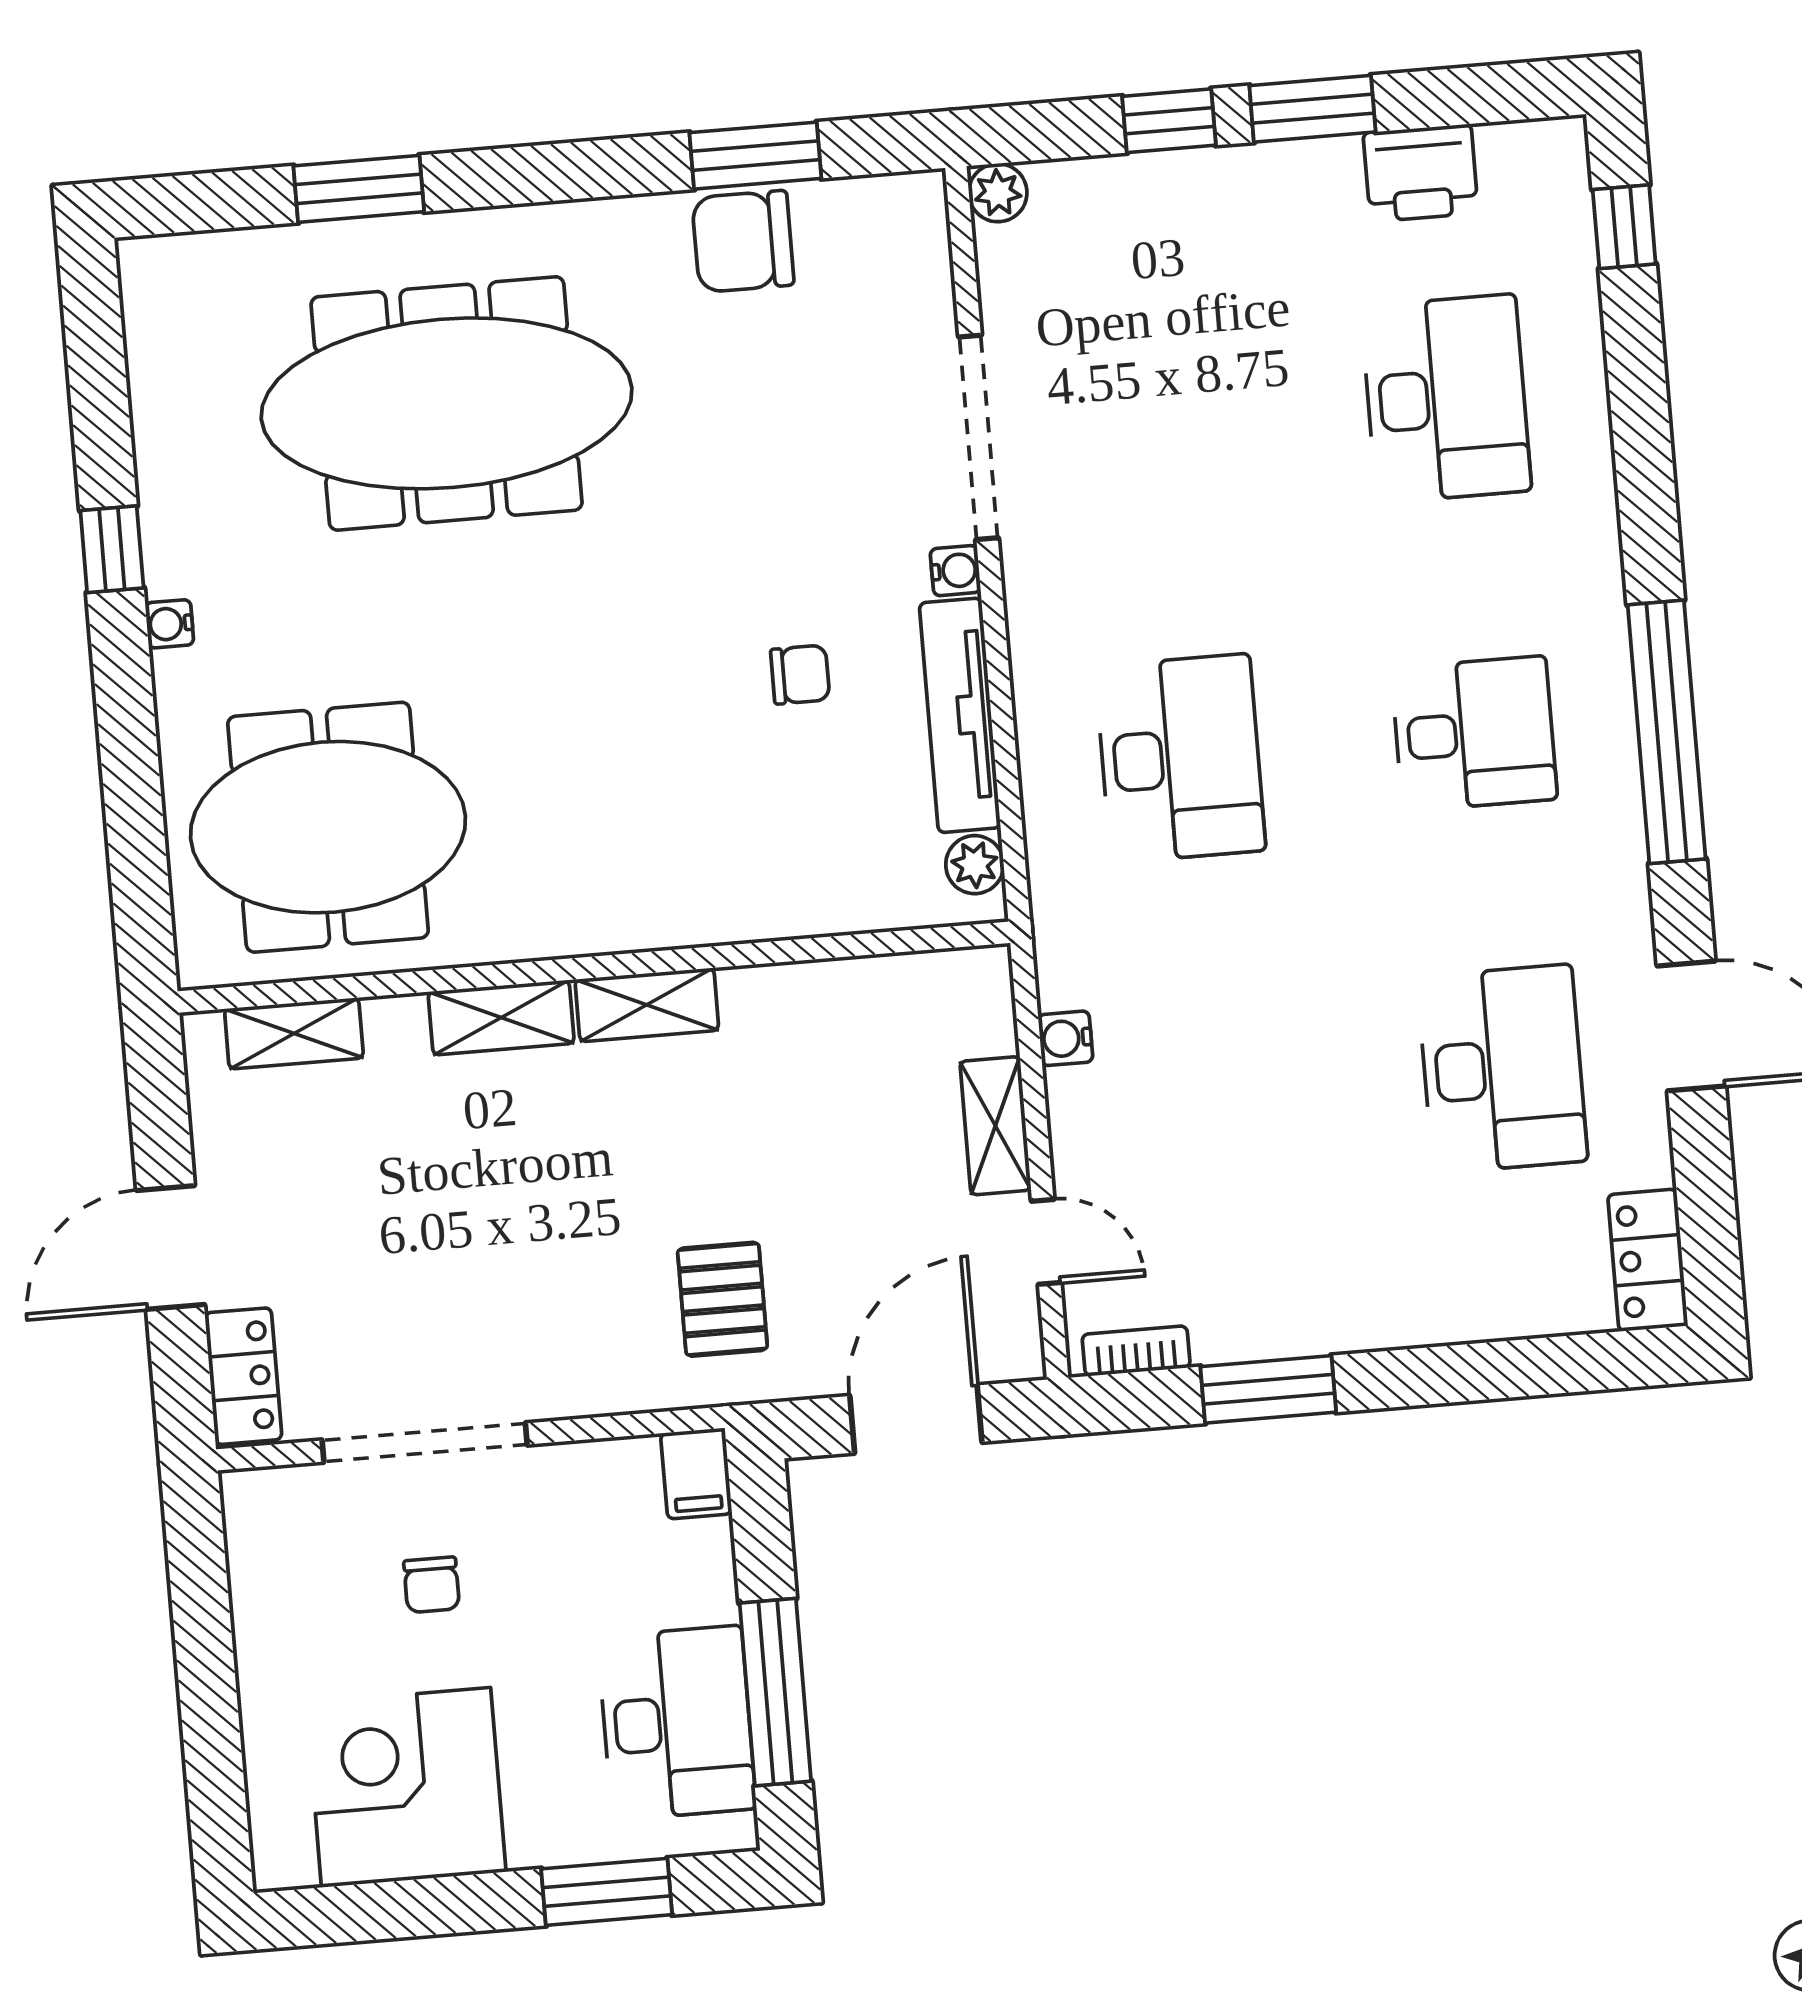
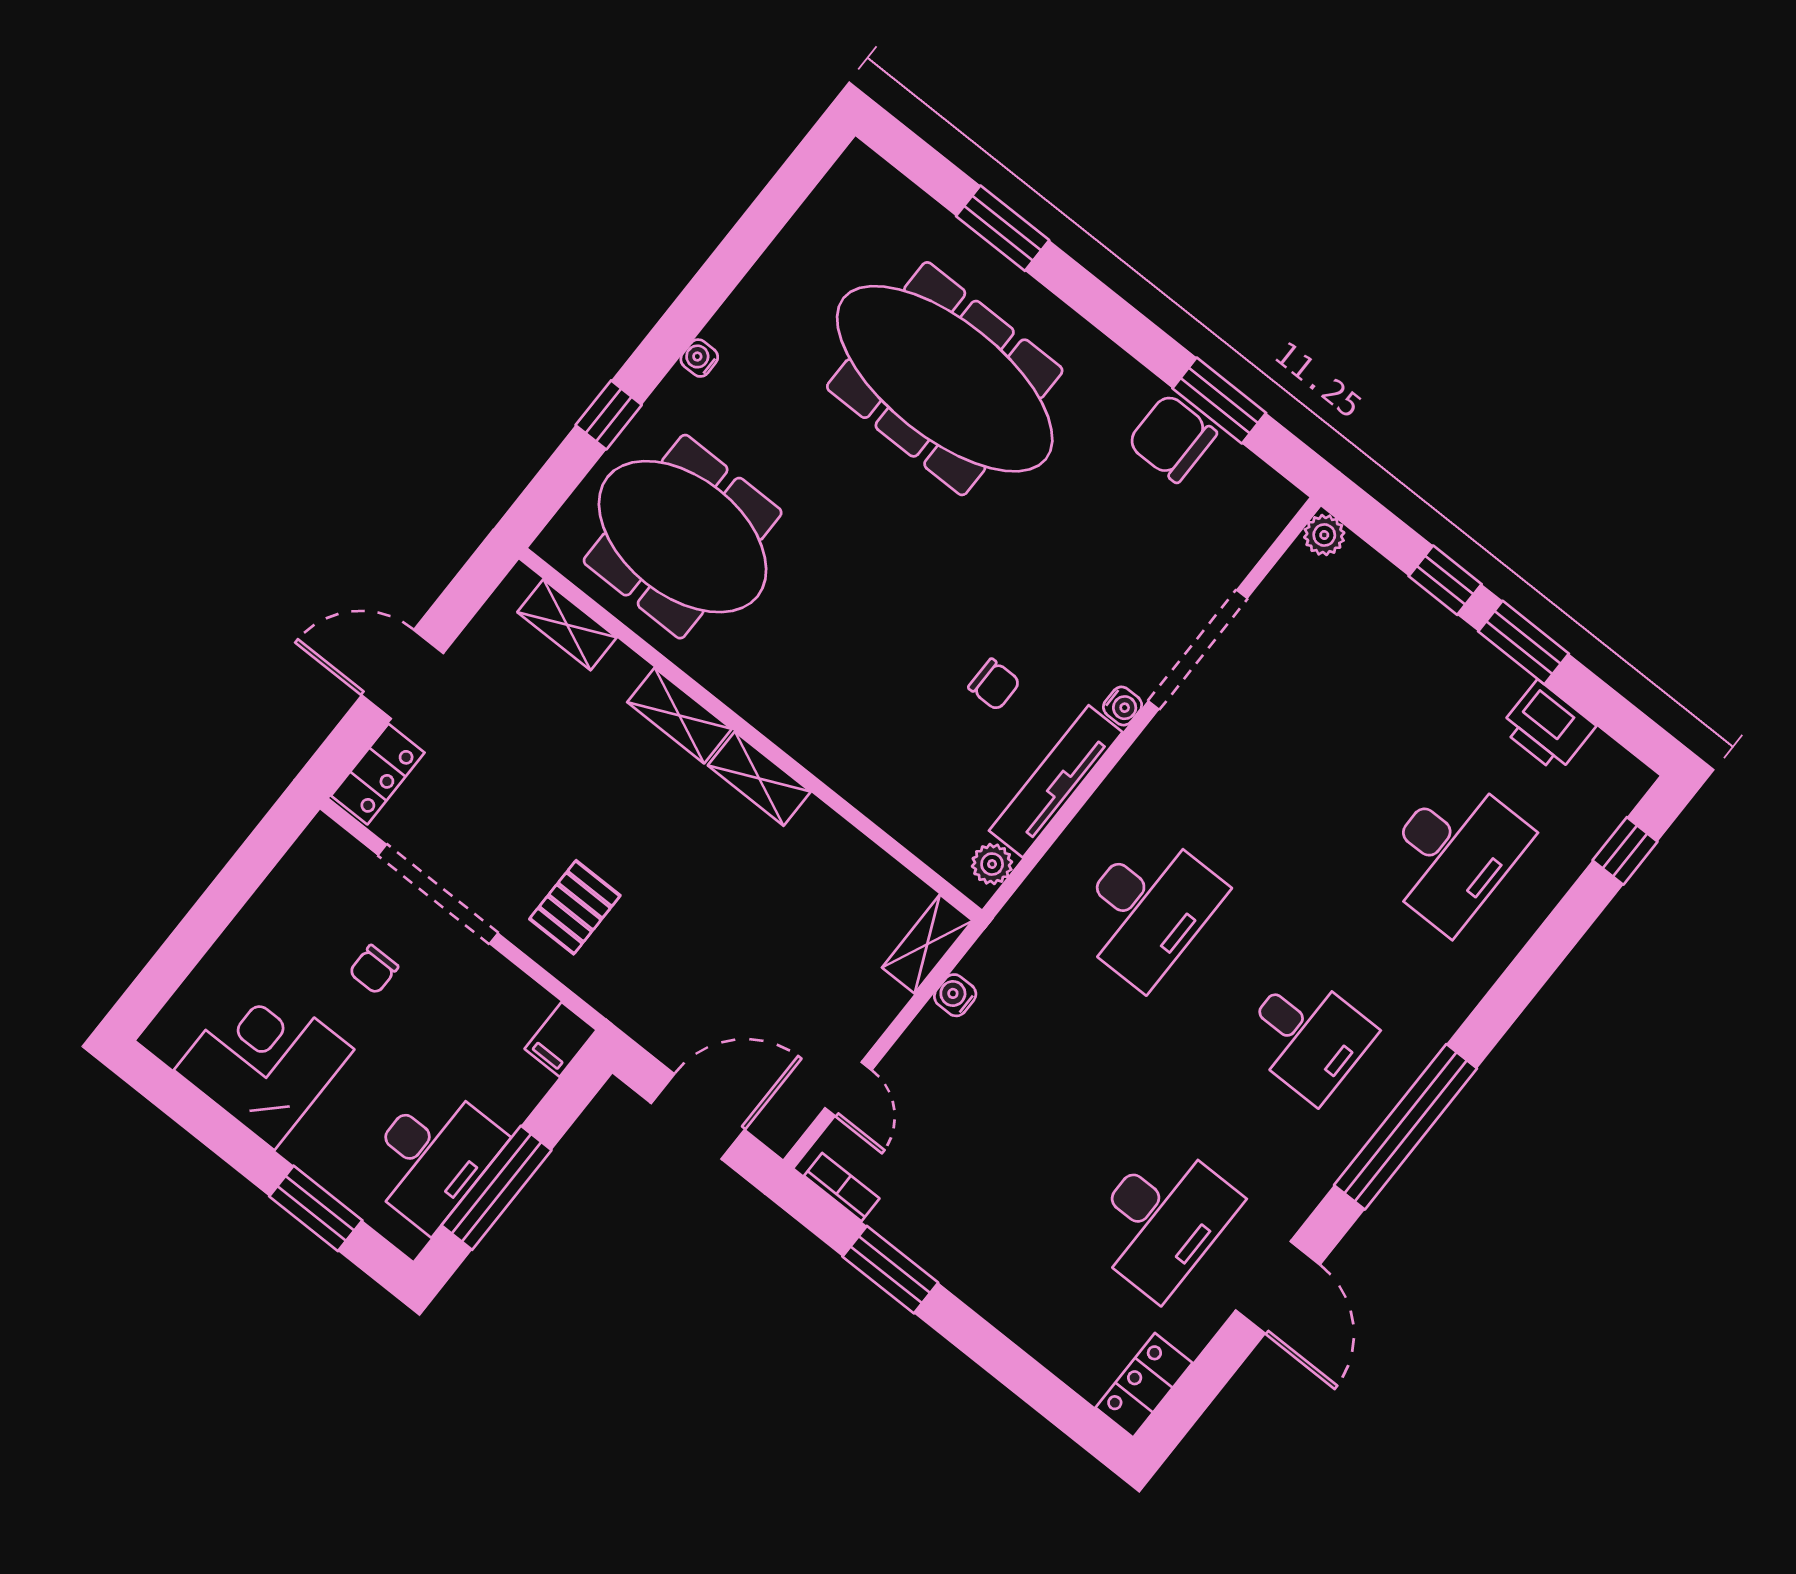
window: (112, 549) -> (609, 415), moved
shelving: (995, 1126) -> (927, 944), moved
pallet: (722, 1299) -> (575, 907), moved

